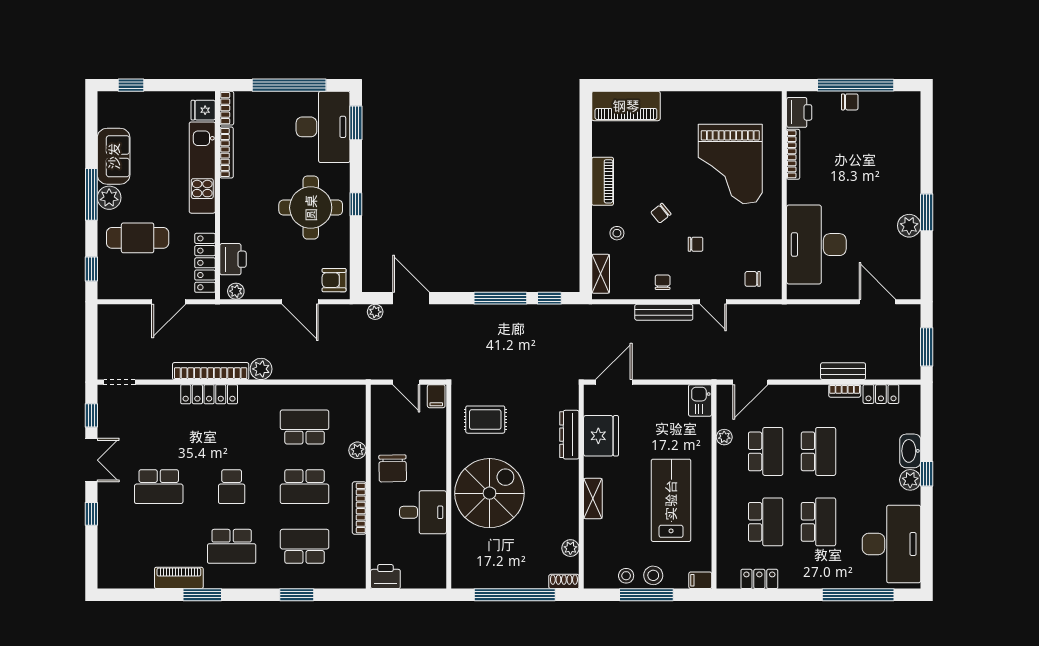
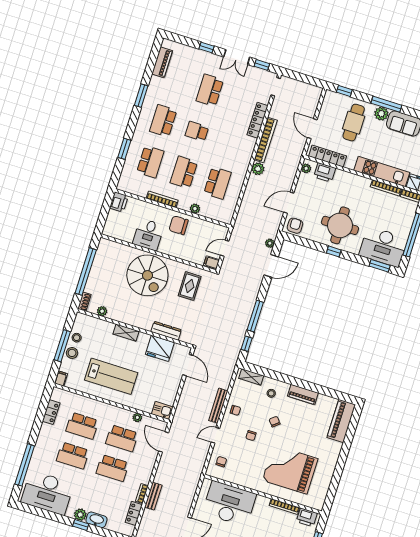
locker: (209, 394) -> (258, 120), moved
piano: (179, 578) -> (162, 62), moved

